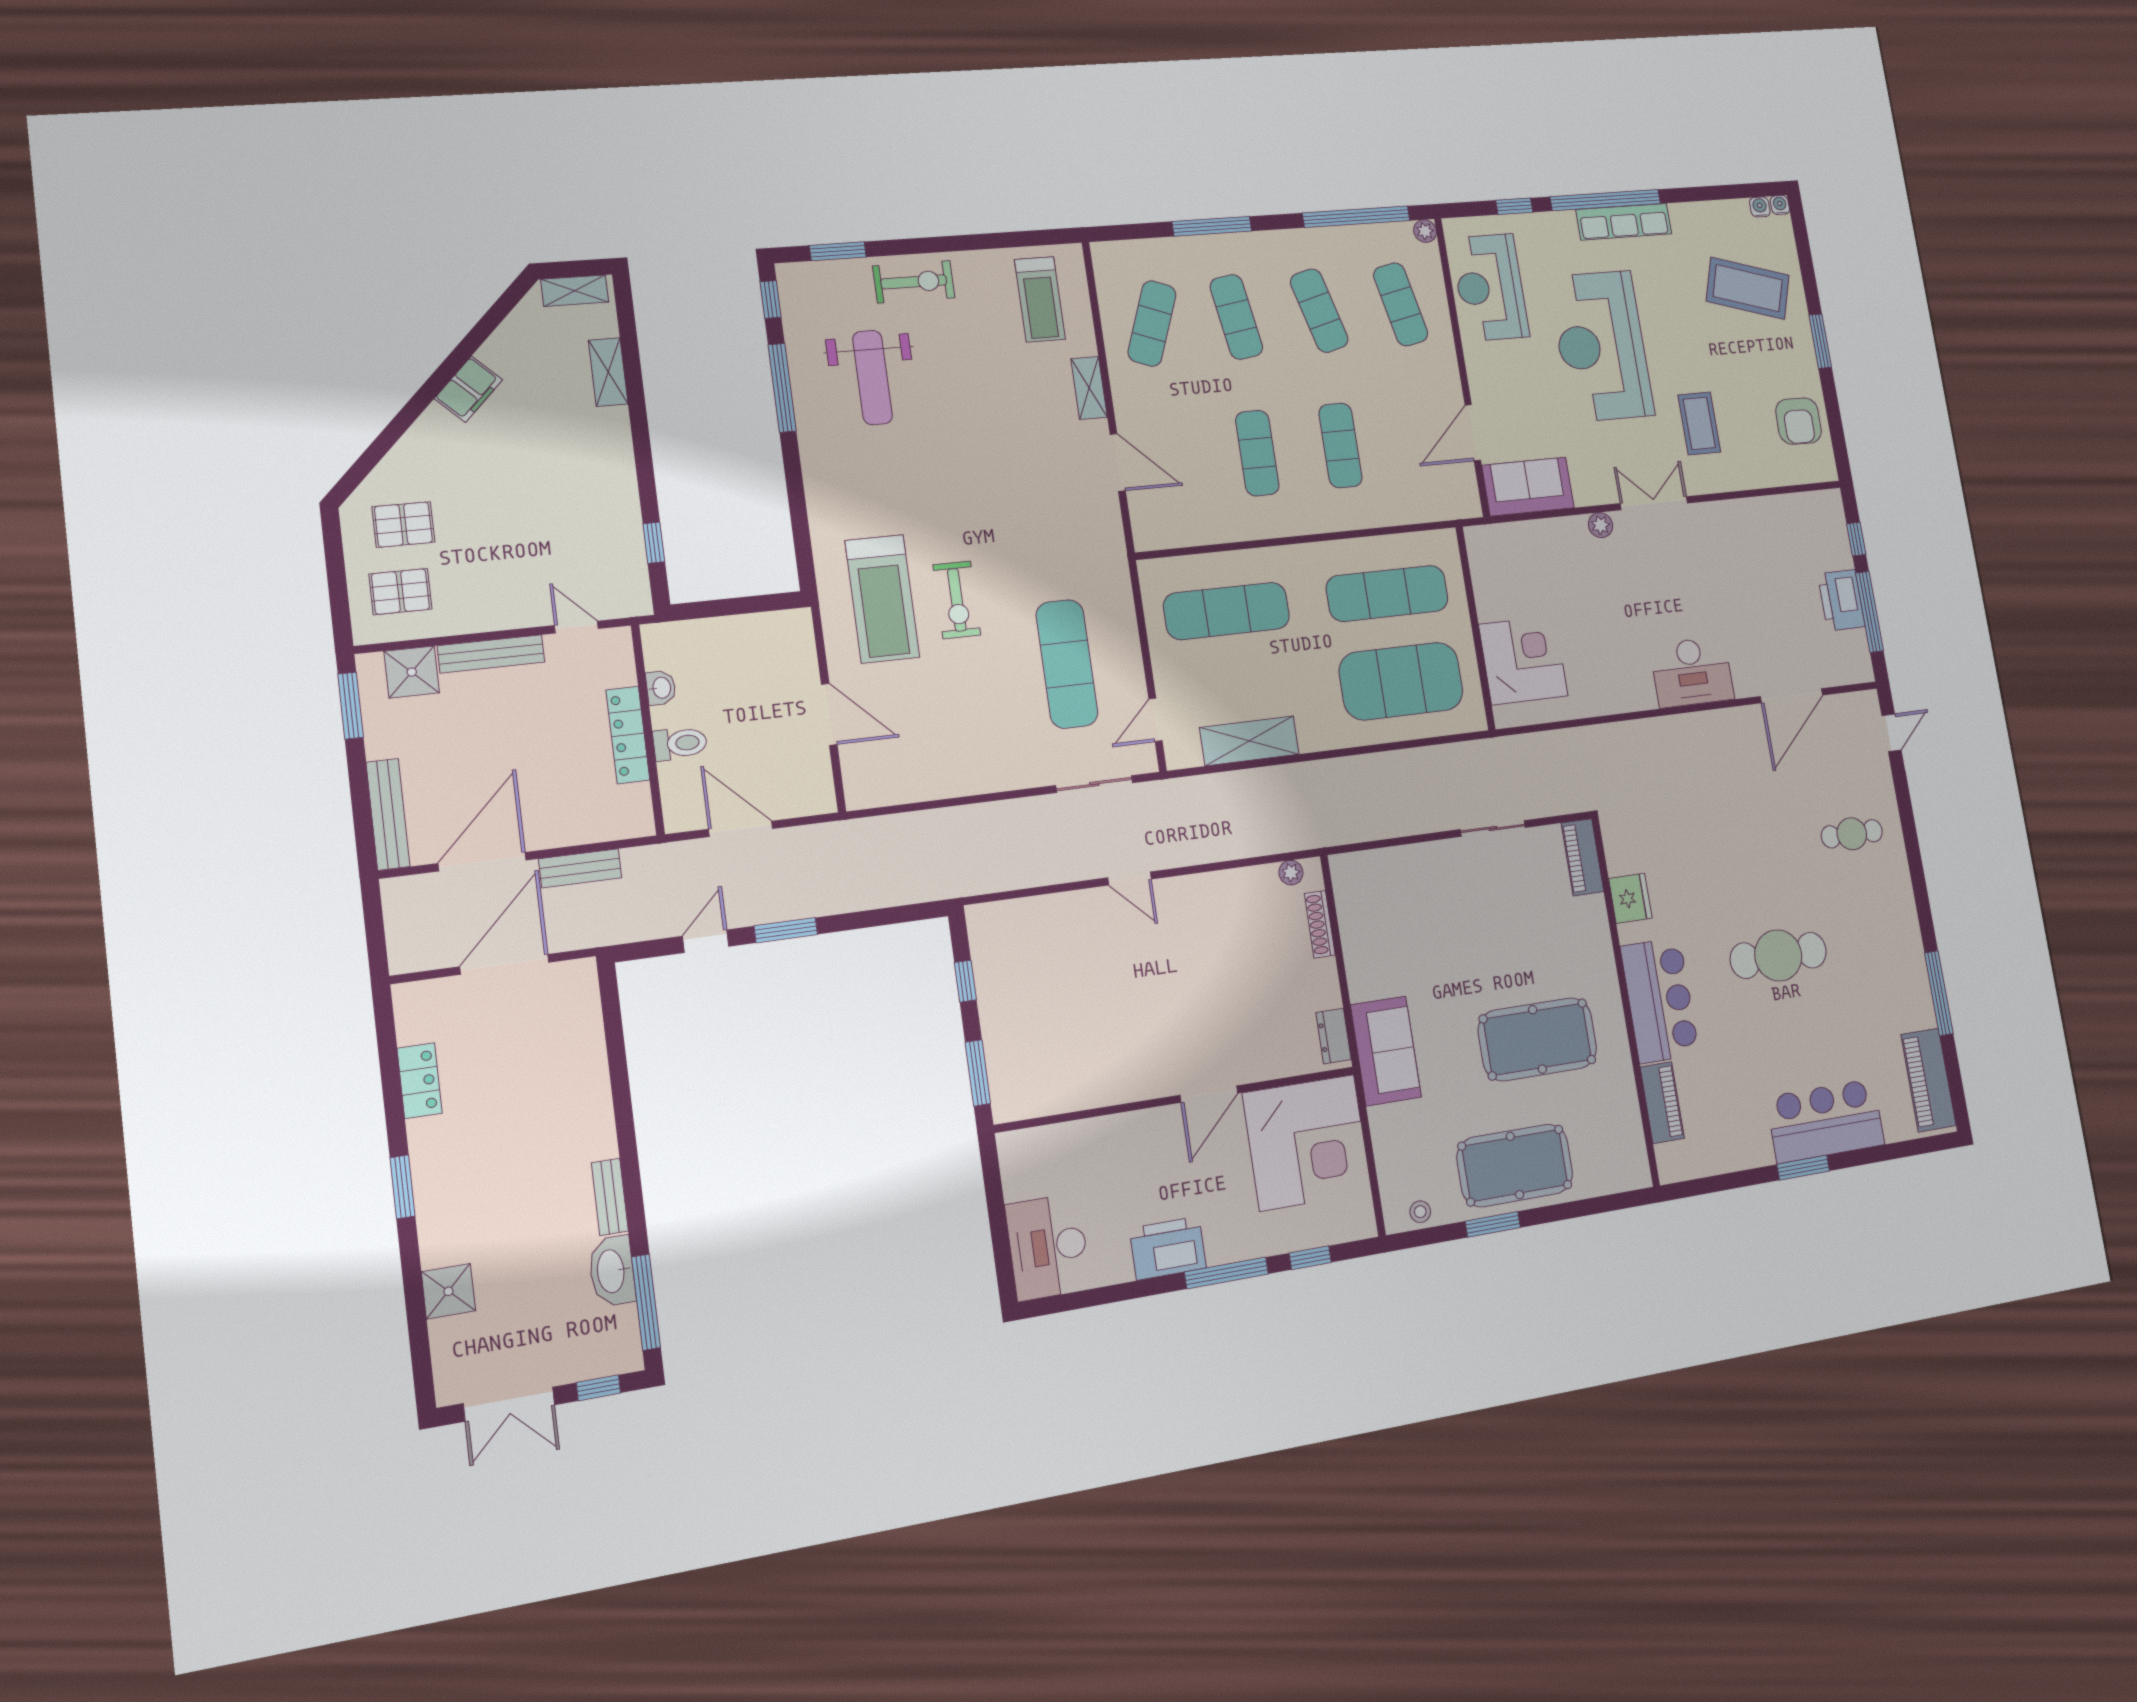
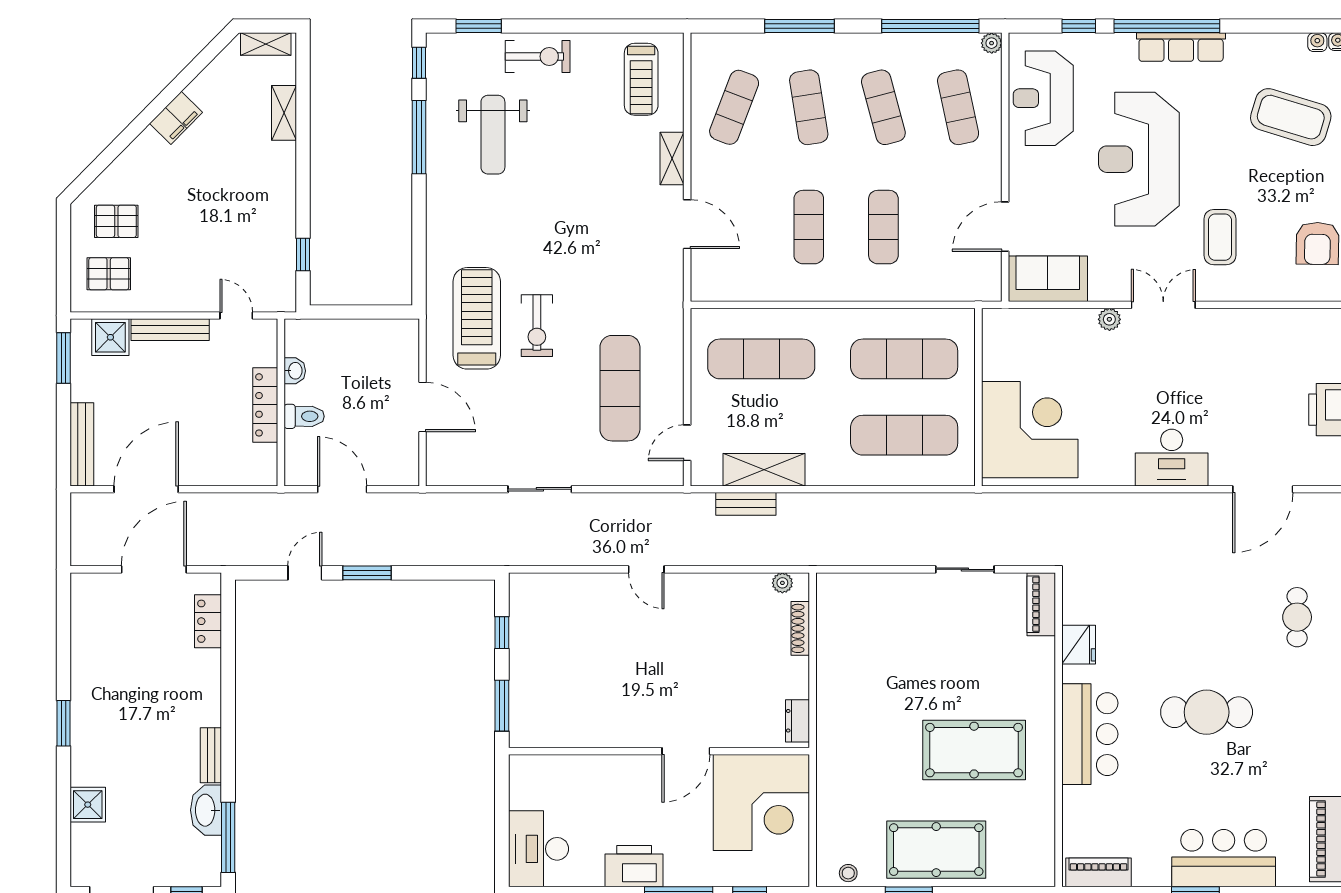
treadmill: (882, 599) -> (477, 318), turned 180
corner desk: (1523, 660) -> (1030, 430), width x1.36, depth x1.36
exercise mat: (1401, 681) -> (904, 435), width x0.68
sliding door: (1094, 784) -> (540, 489), moved
cafe table: (1852, 834) -> (1297, 617), turned 90
bench: (580, 868) -> (746, 504), moved
sofa: (1386, 1051) -> (840, 740), removed
locker: (420, 1081) -> (208, 621), moved, turned 180
piano: (1662, 1103) -> (1099, 872), moved, turned -90

